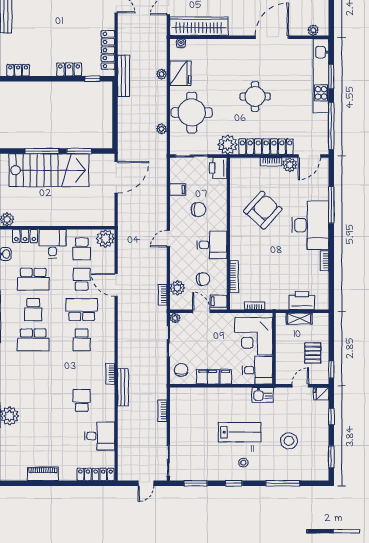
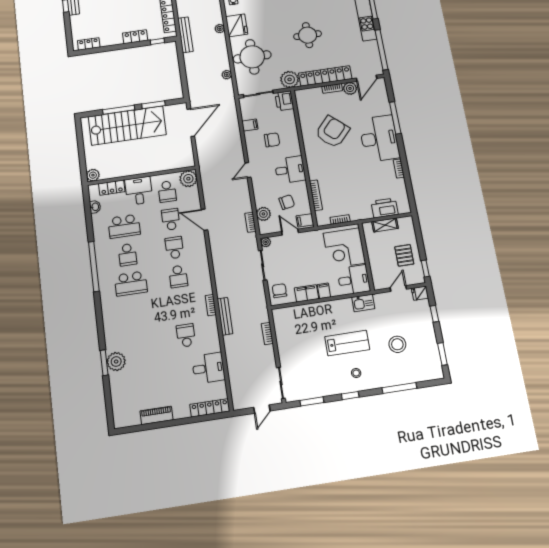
school desk: (82, 310) -> (174, 248), width x0.54

